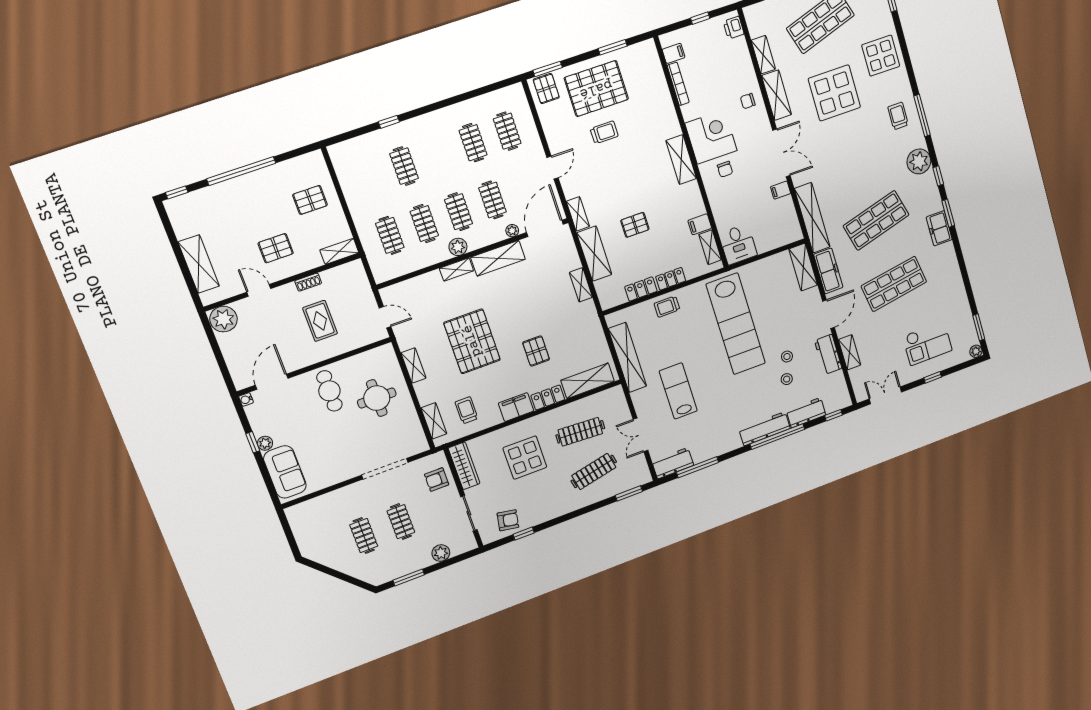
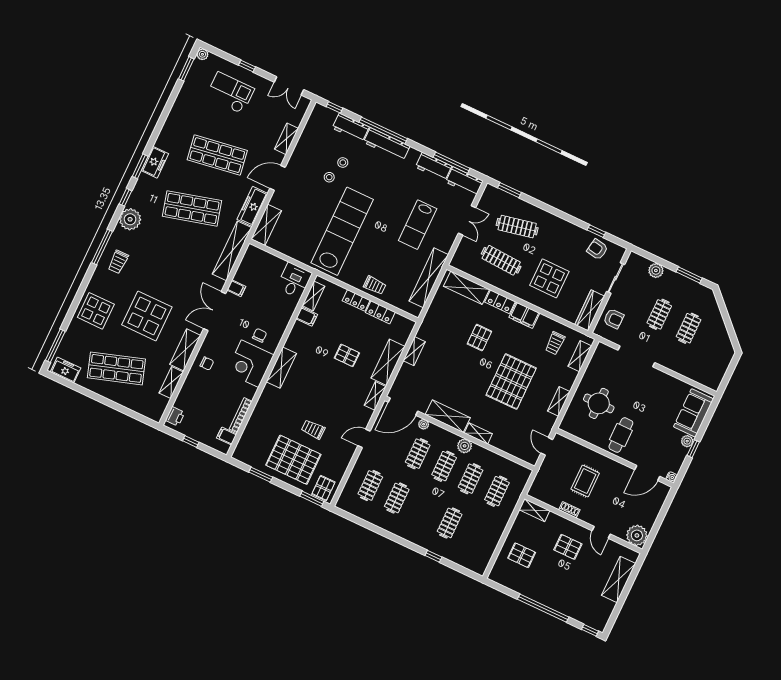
workbench: (828, 355) -> (434, 167), moved, turned 90

